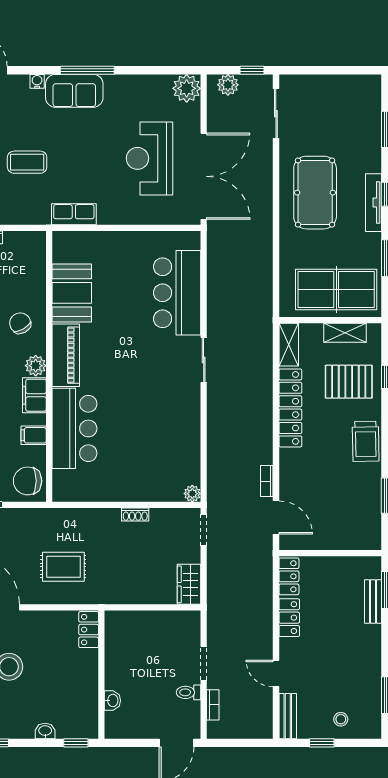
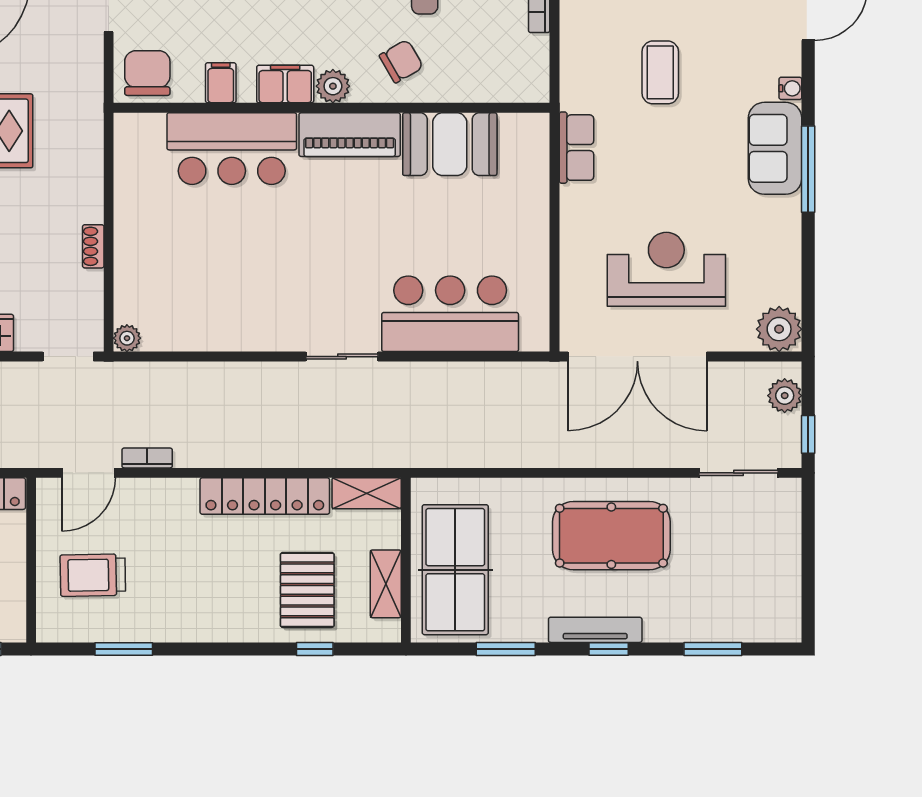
trolley: (366, 441) -> (93, 575), moved

